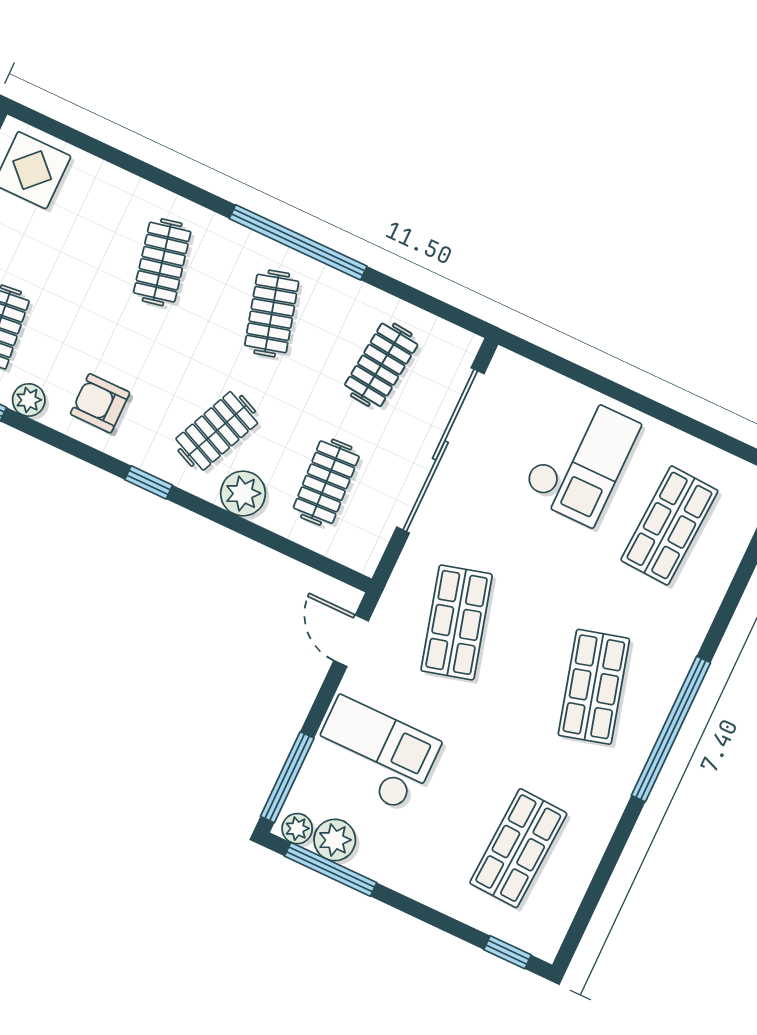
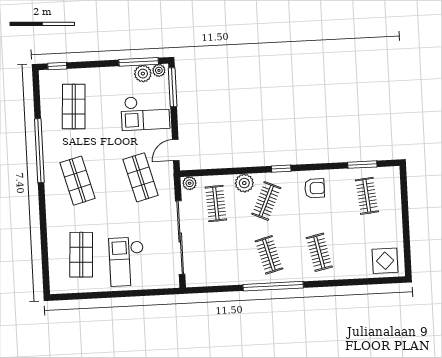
clothes rail: (381, 365) -> (219, 257), removed
plant: (29, 400) -> (190, 183), moved
door: (351, 641) -> (176, 150), swing flipped
window: (671, 729) -> (39, 151), moved

